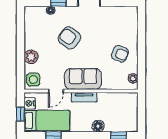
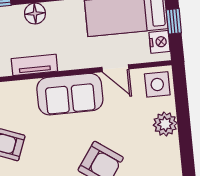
door: (56, 91) -> (115, 68), swing flipped
tv unit: (84, 97) -> (34, 65), moved

